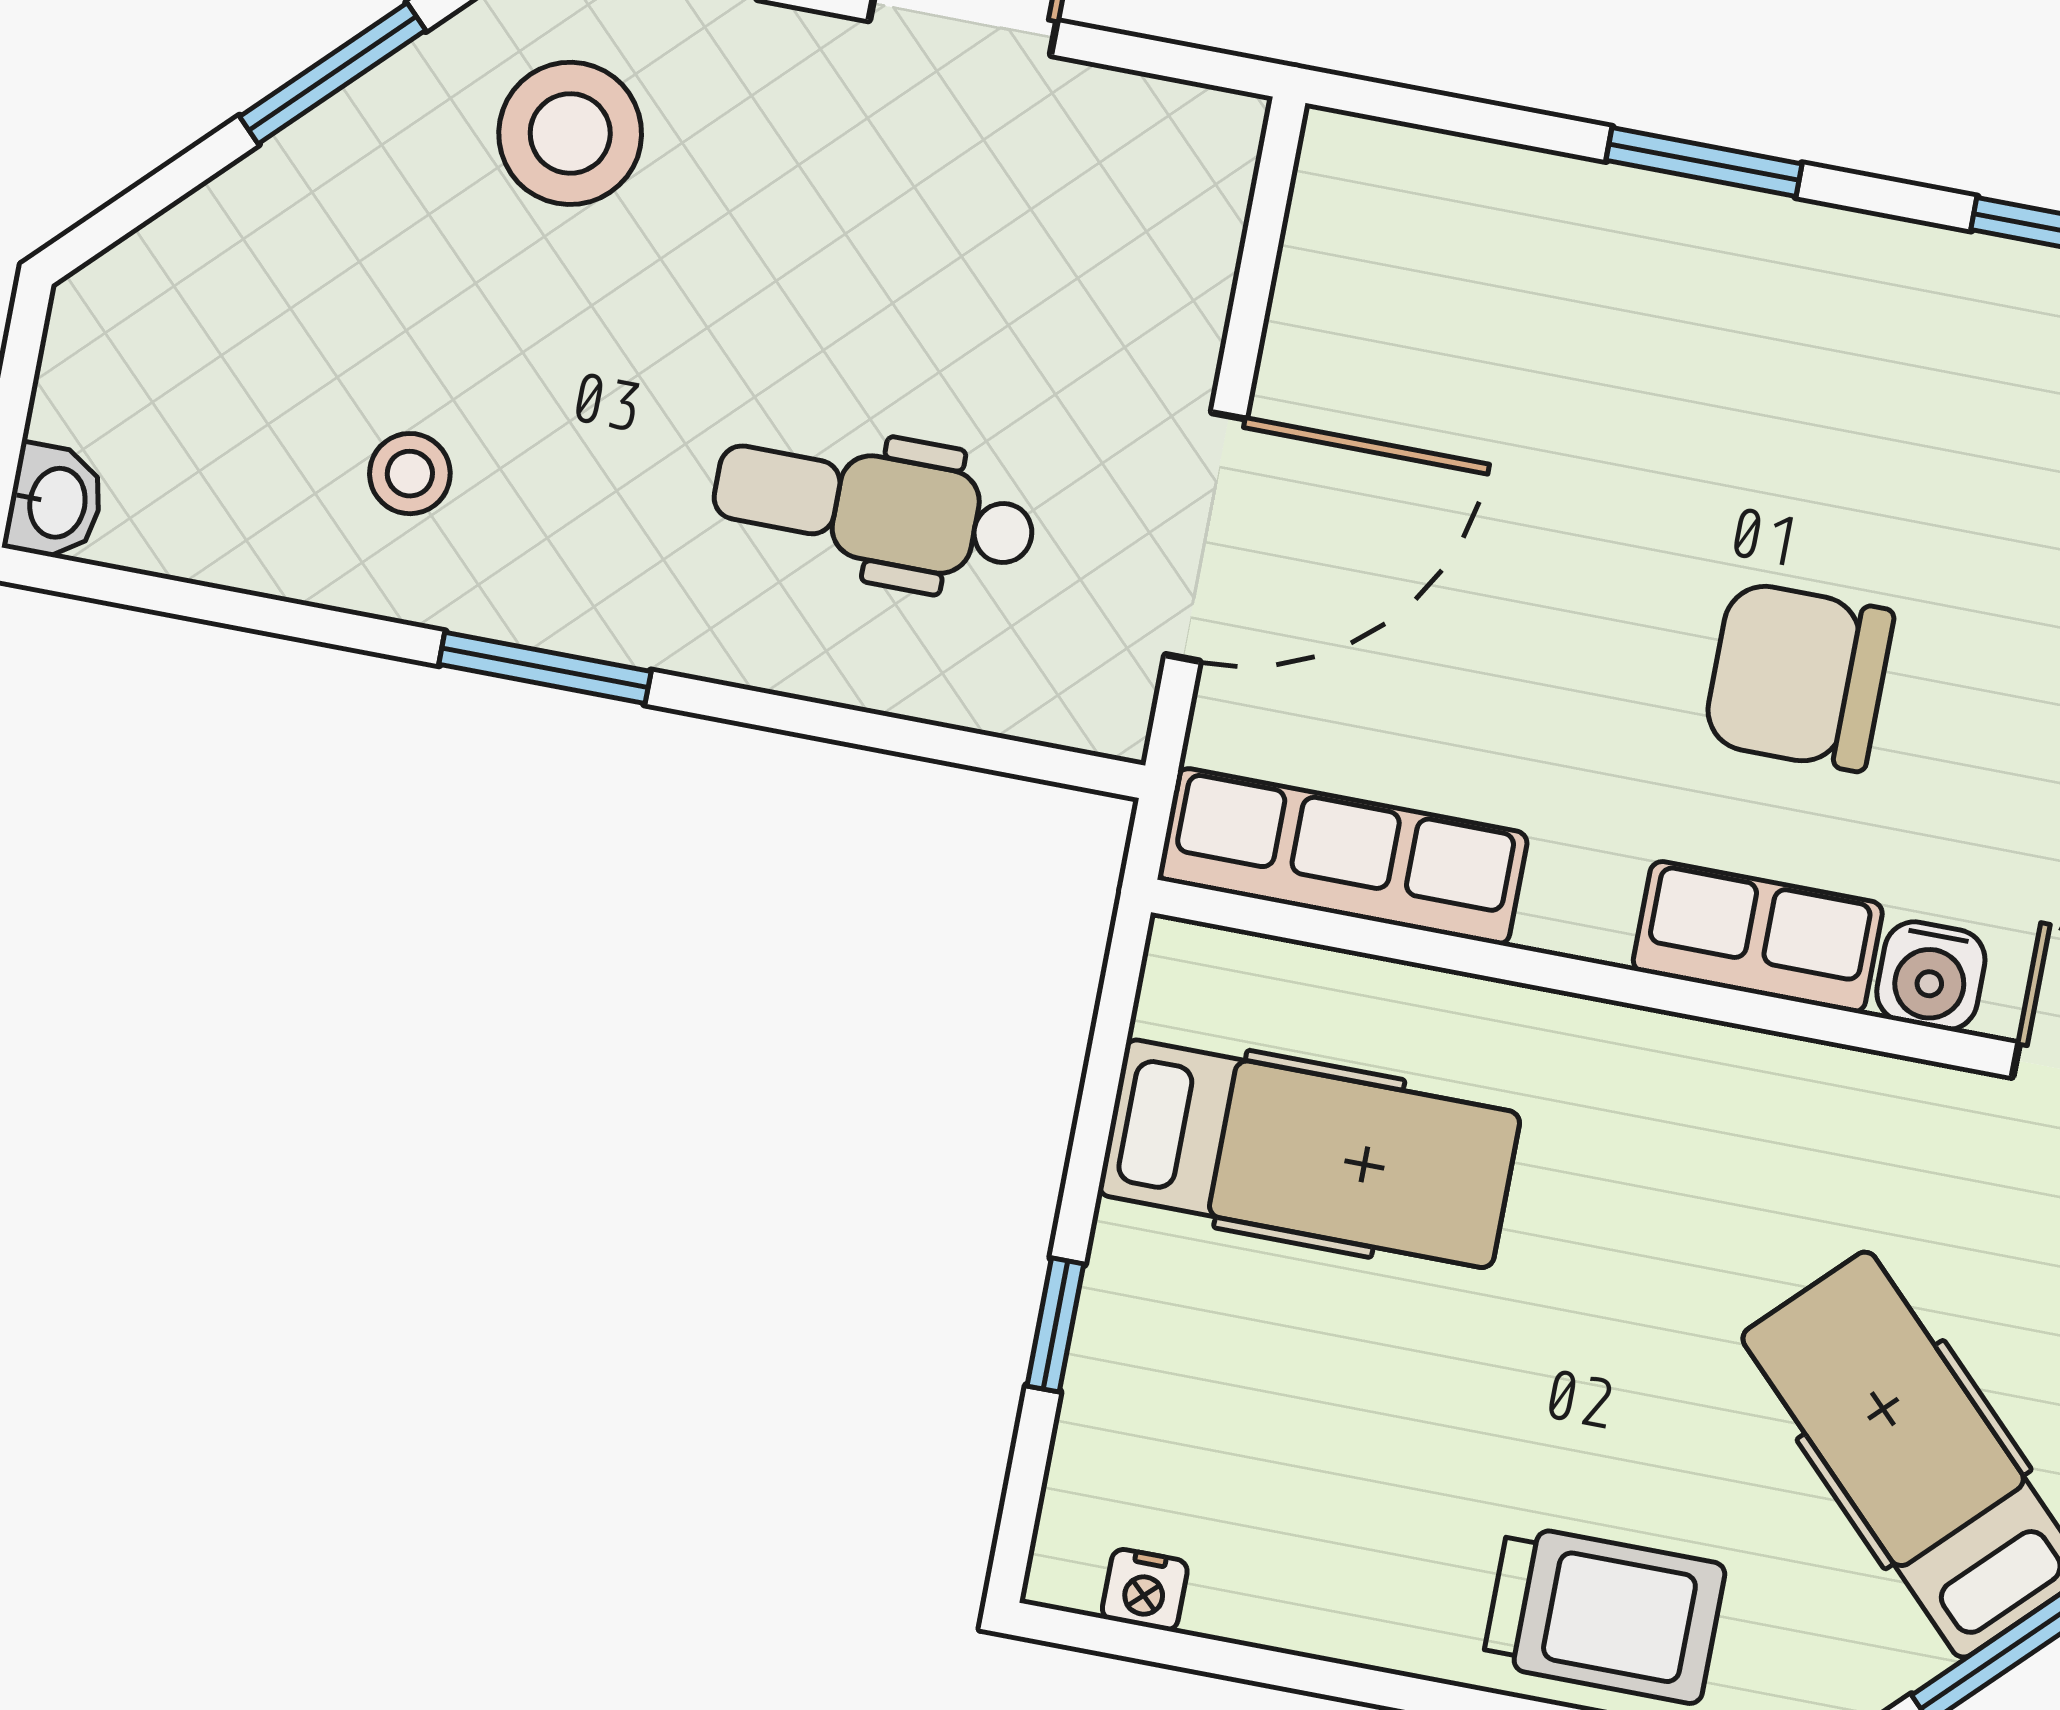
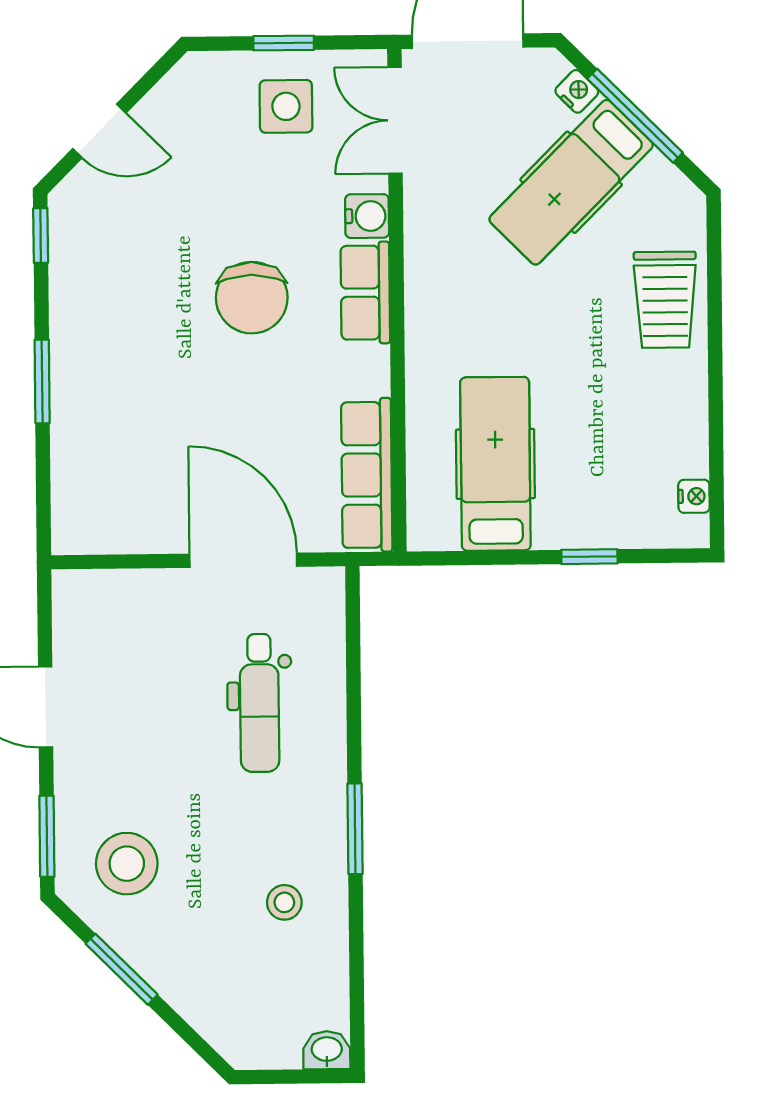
trolley: (1604, 1614) -> (665, 300), turned 180

